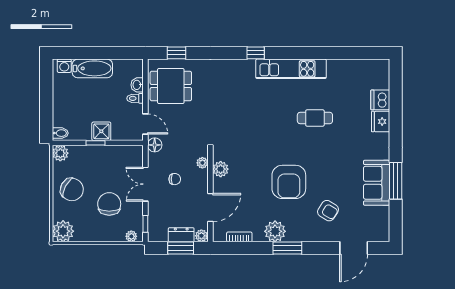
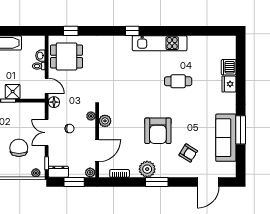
sofa: (377, 183) -> (226, 138), width x1.36
dresser: (181, 235) -> (58, 172), moved

